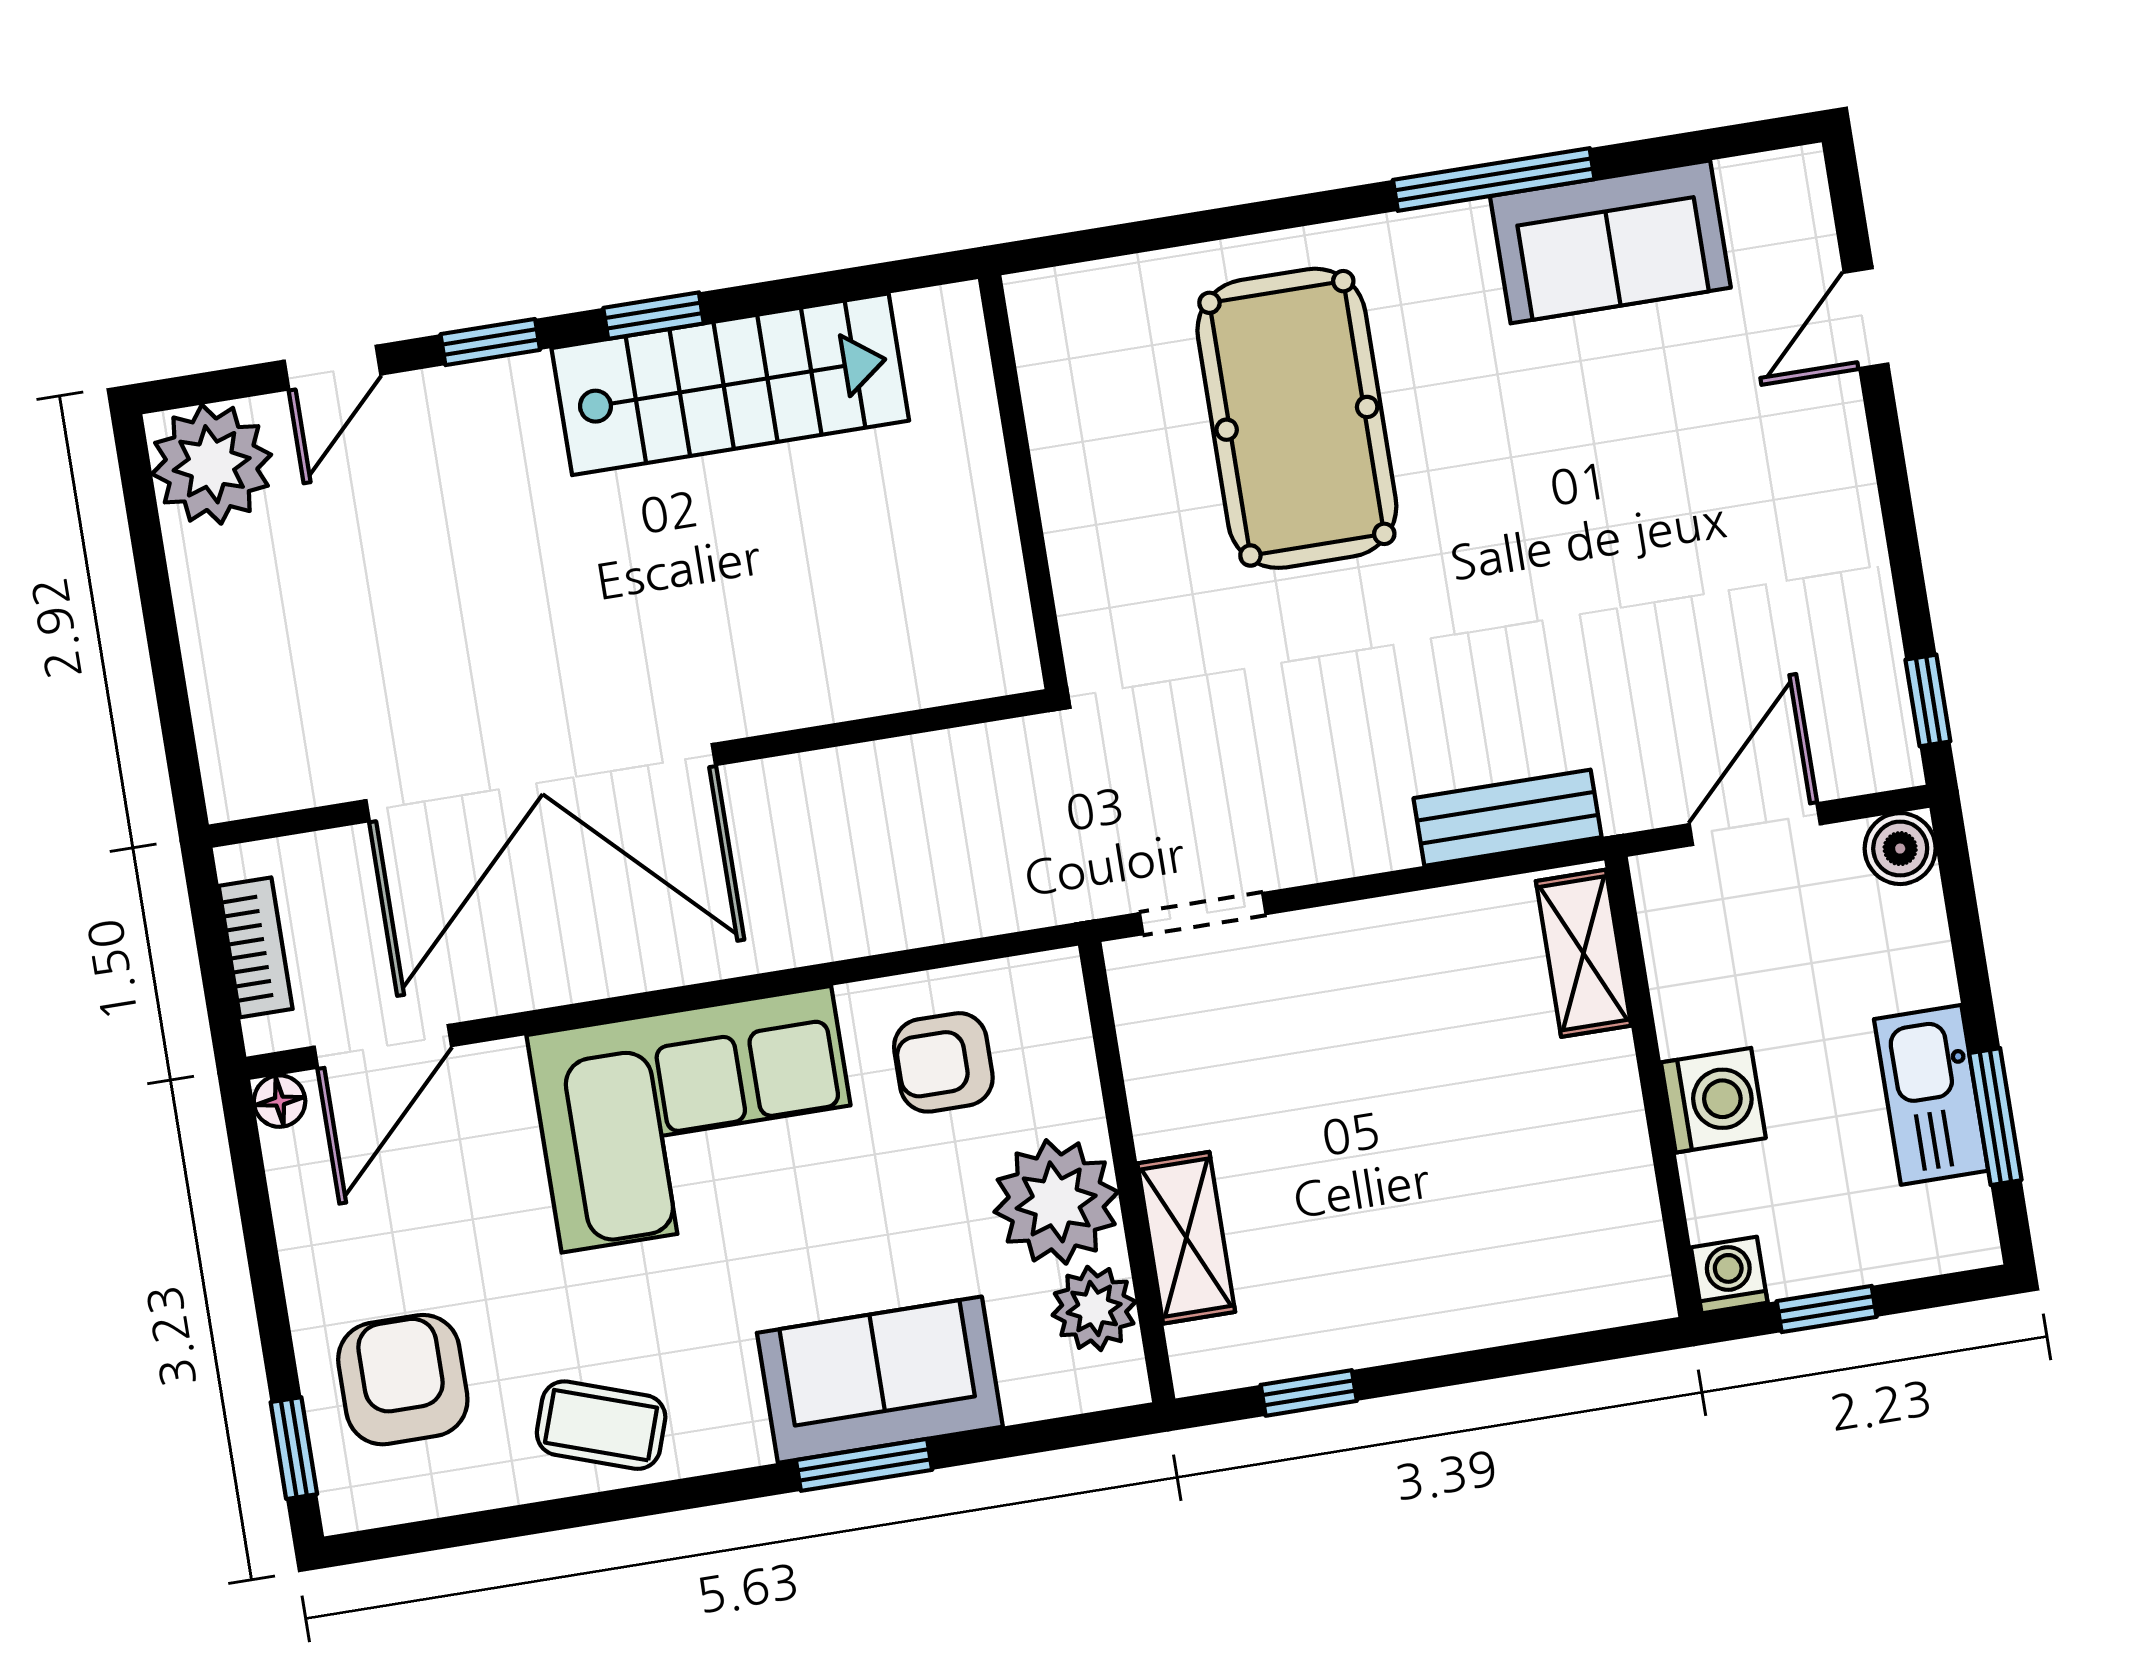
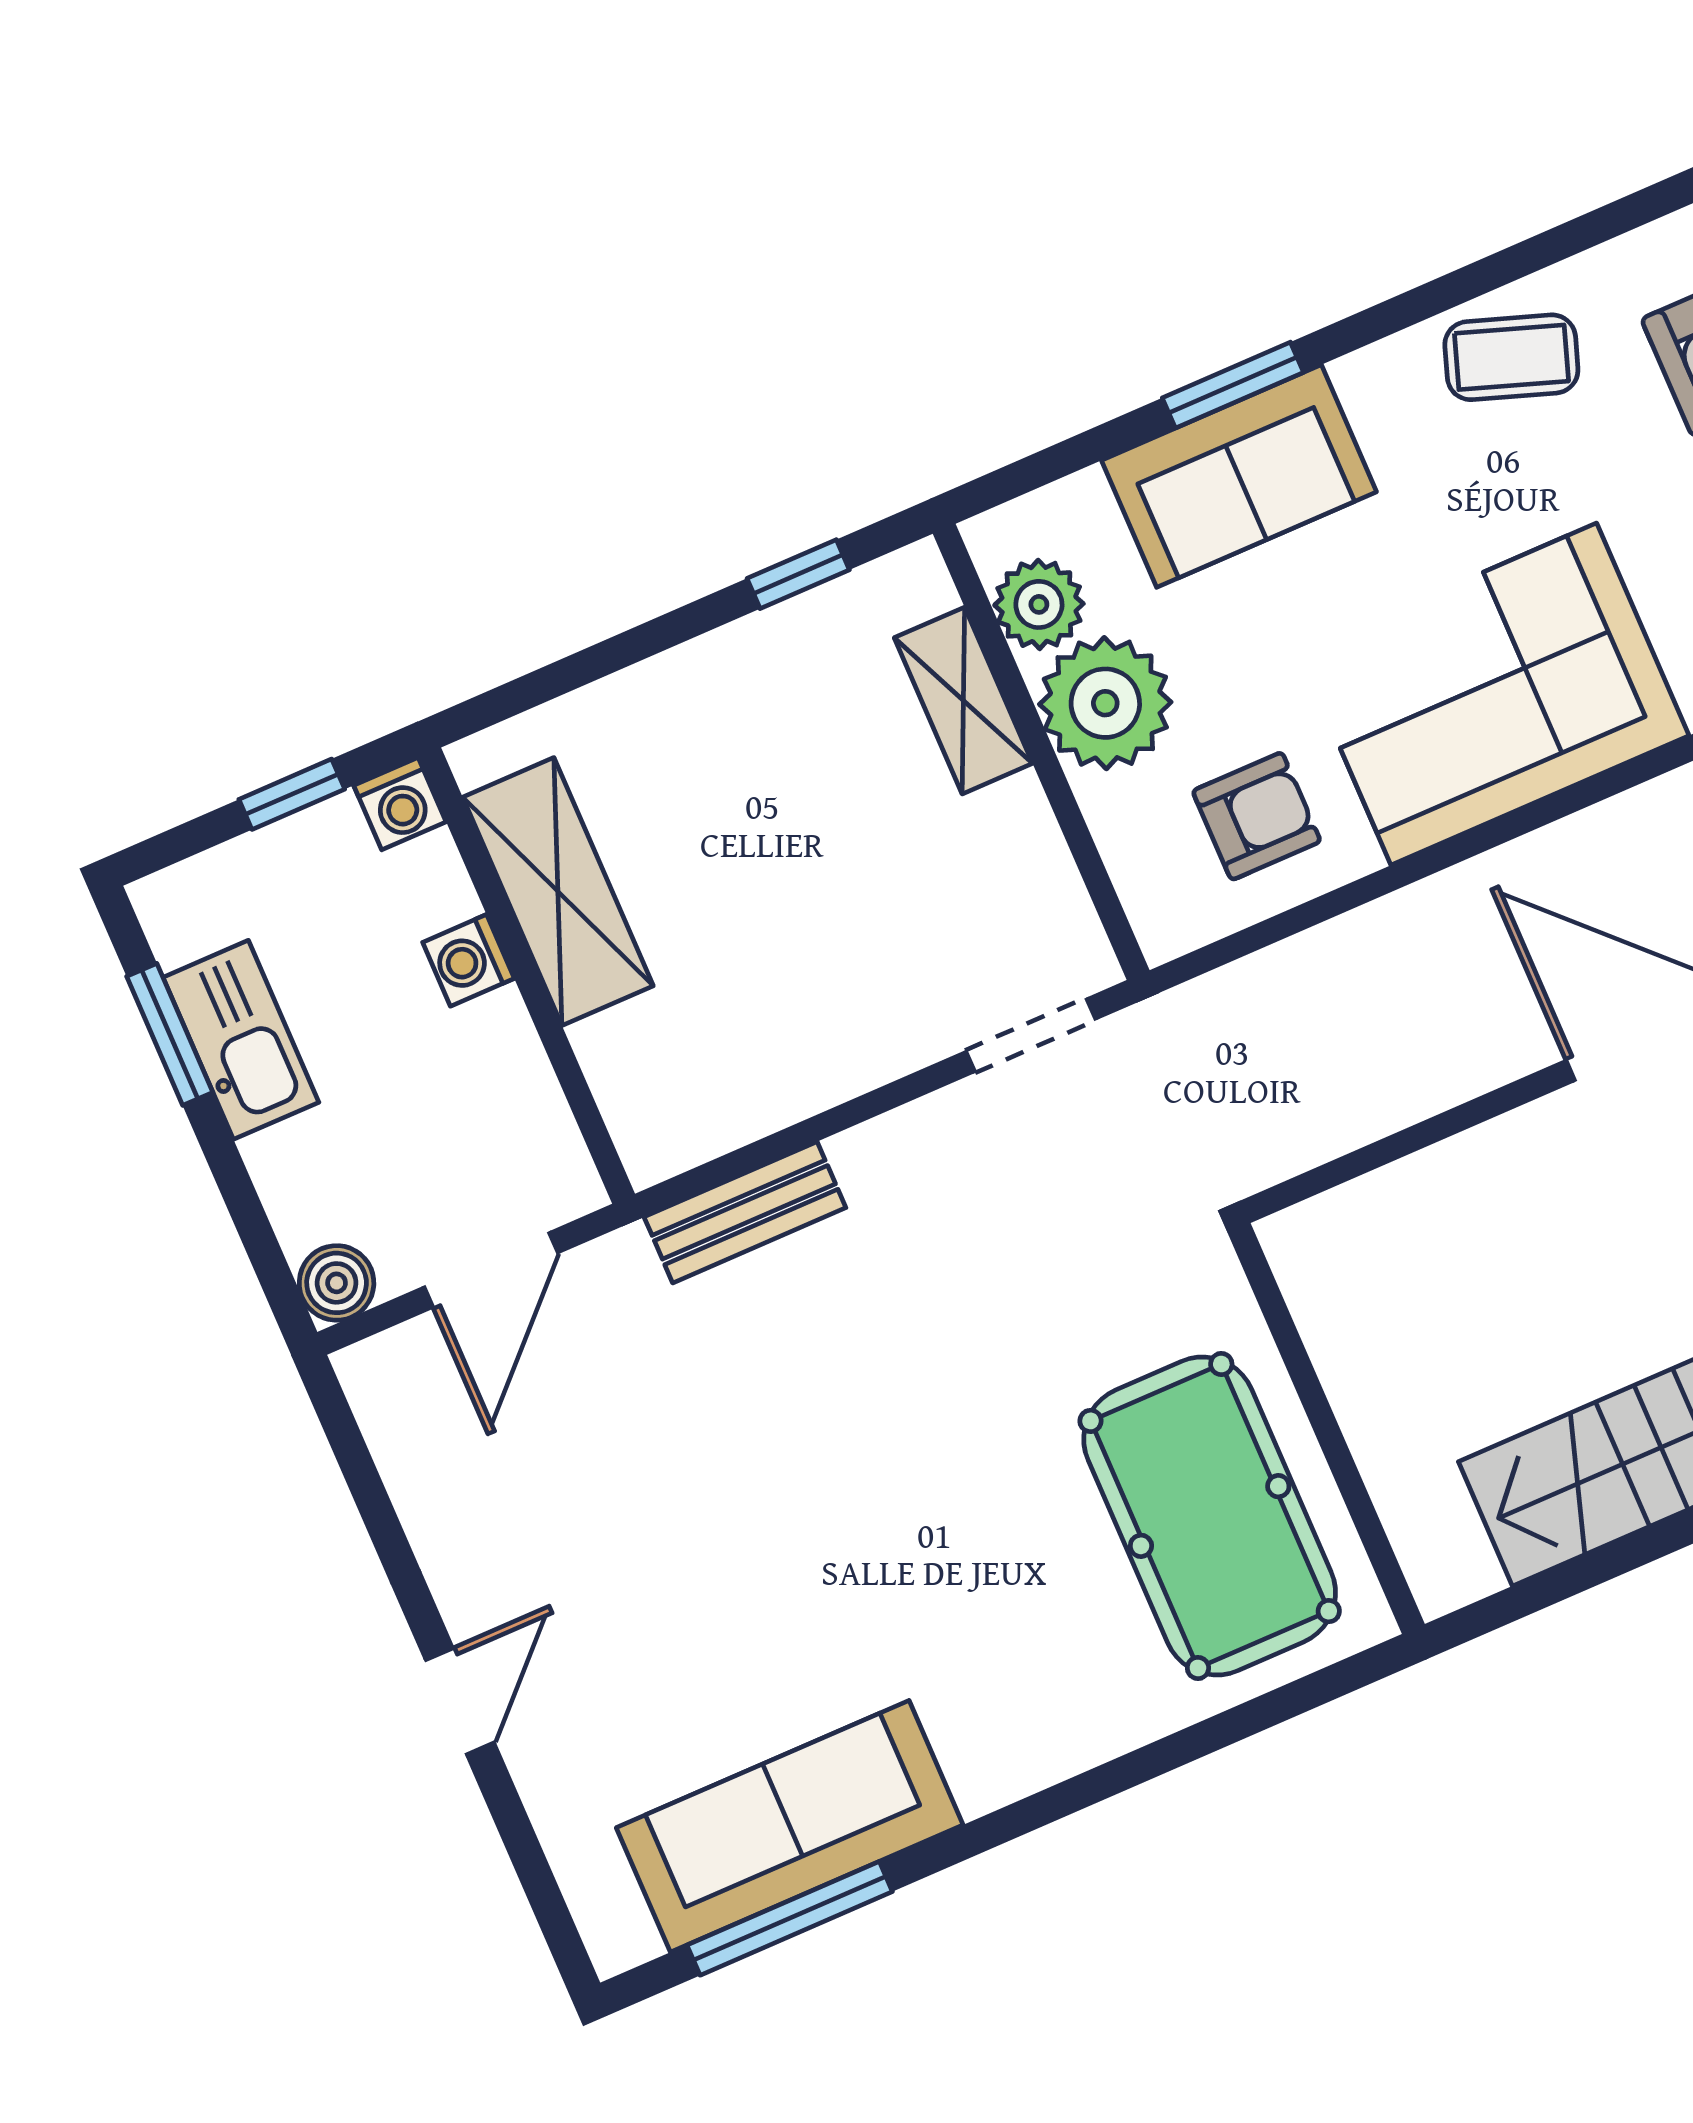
window: (1494, 180) -> (790, 1918), moved
sofa: (1610, 242) -> (790, 1826), width x1.36
door: (1866, 318) -> (460, 1701), moved
pool table: (1297, 418) -> (1210, 1516), moved
window: (1928, 700) -> (347, 1441), removed
shelving: (1583, 953) -> (558, 892), moved, width x1.50, depth x1.33
washing machine: (1713, 1100) -> (468, 960), width x0.73, depth x0.73

